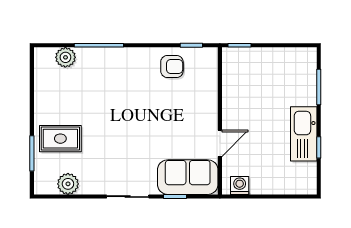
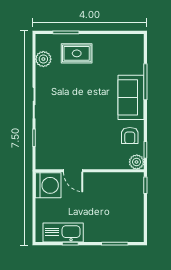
plant: (65, 57) -> (137, 162), moved
kitchen sink: (304, 134) -> (63, 233), moved
rug: (60, 139) -> (77, 53), turned 90
sofa: (188, 177) -> (131, 97), moved, turned 180
washing machine: (240, 185) -> (48, 185), width x1.89, depth x1.89

